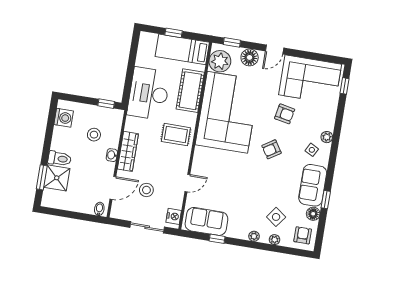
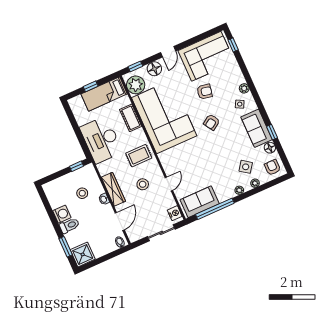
cot: (190, 91) -> (131, 118), width x0.73, depth x0.75
washing machine: (64, 118) -> (62, 214), moved
shower: (57, 178) -> (83, 254), moved
stool: (146, 190) -> (143, 184), moved
window: (217, 239) -> (215, 209), width x3.17

